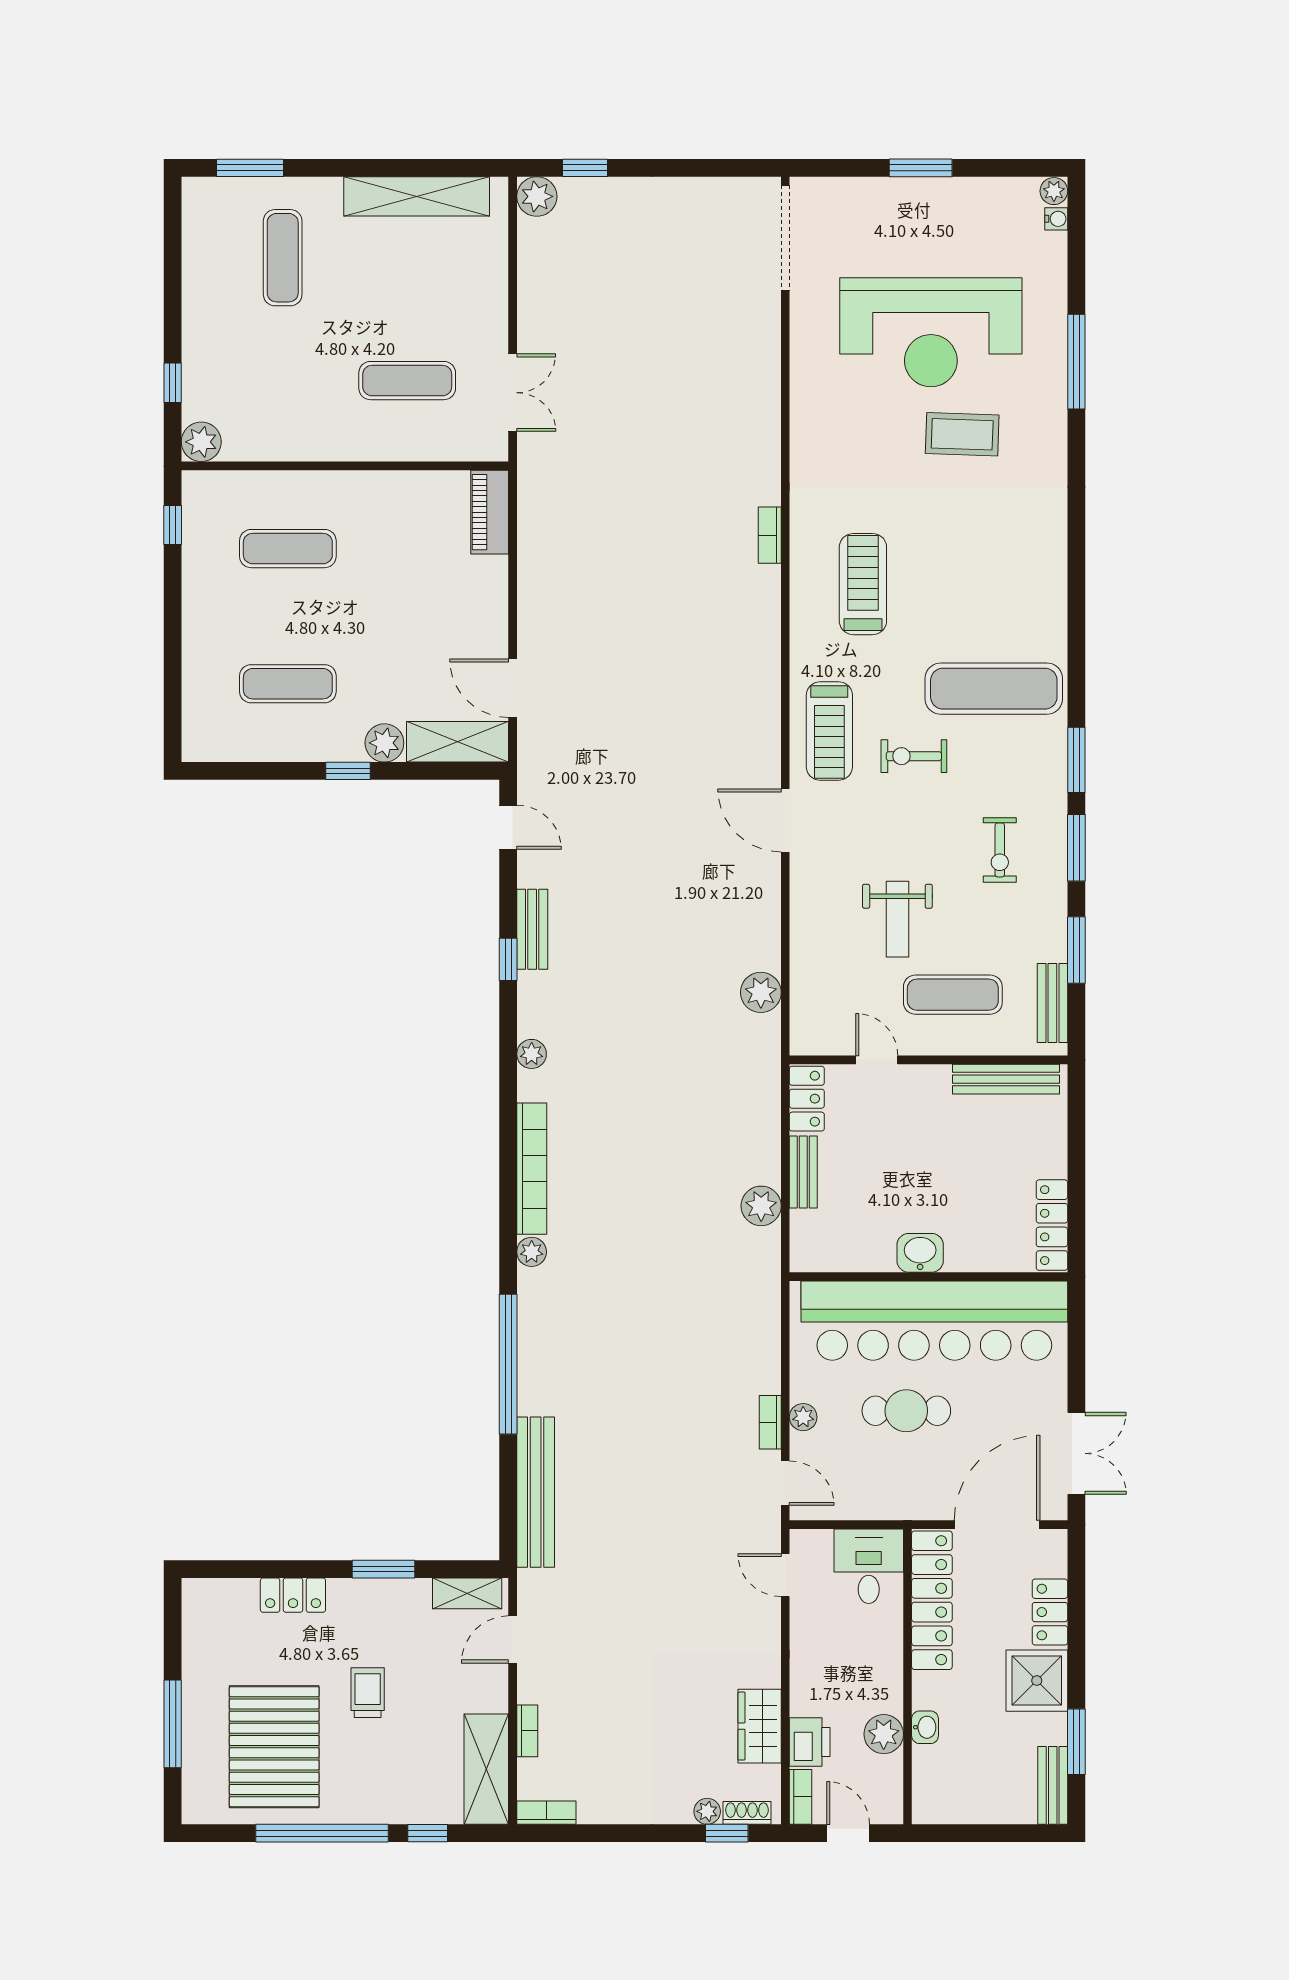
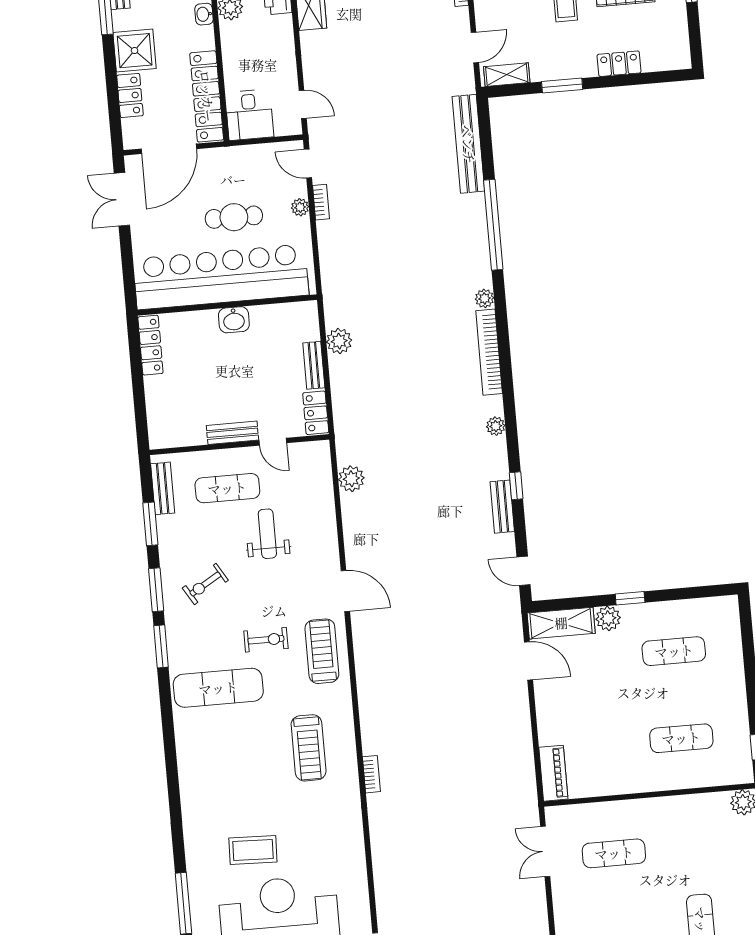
exercise bike: (1000, 850) -> (205, 584), turned -121
bench: (1006, 1079) -> (232, 433), moved, width x0.73

